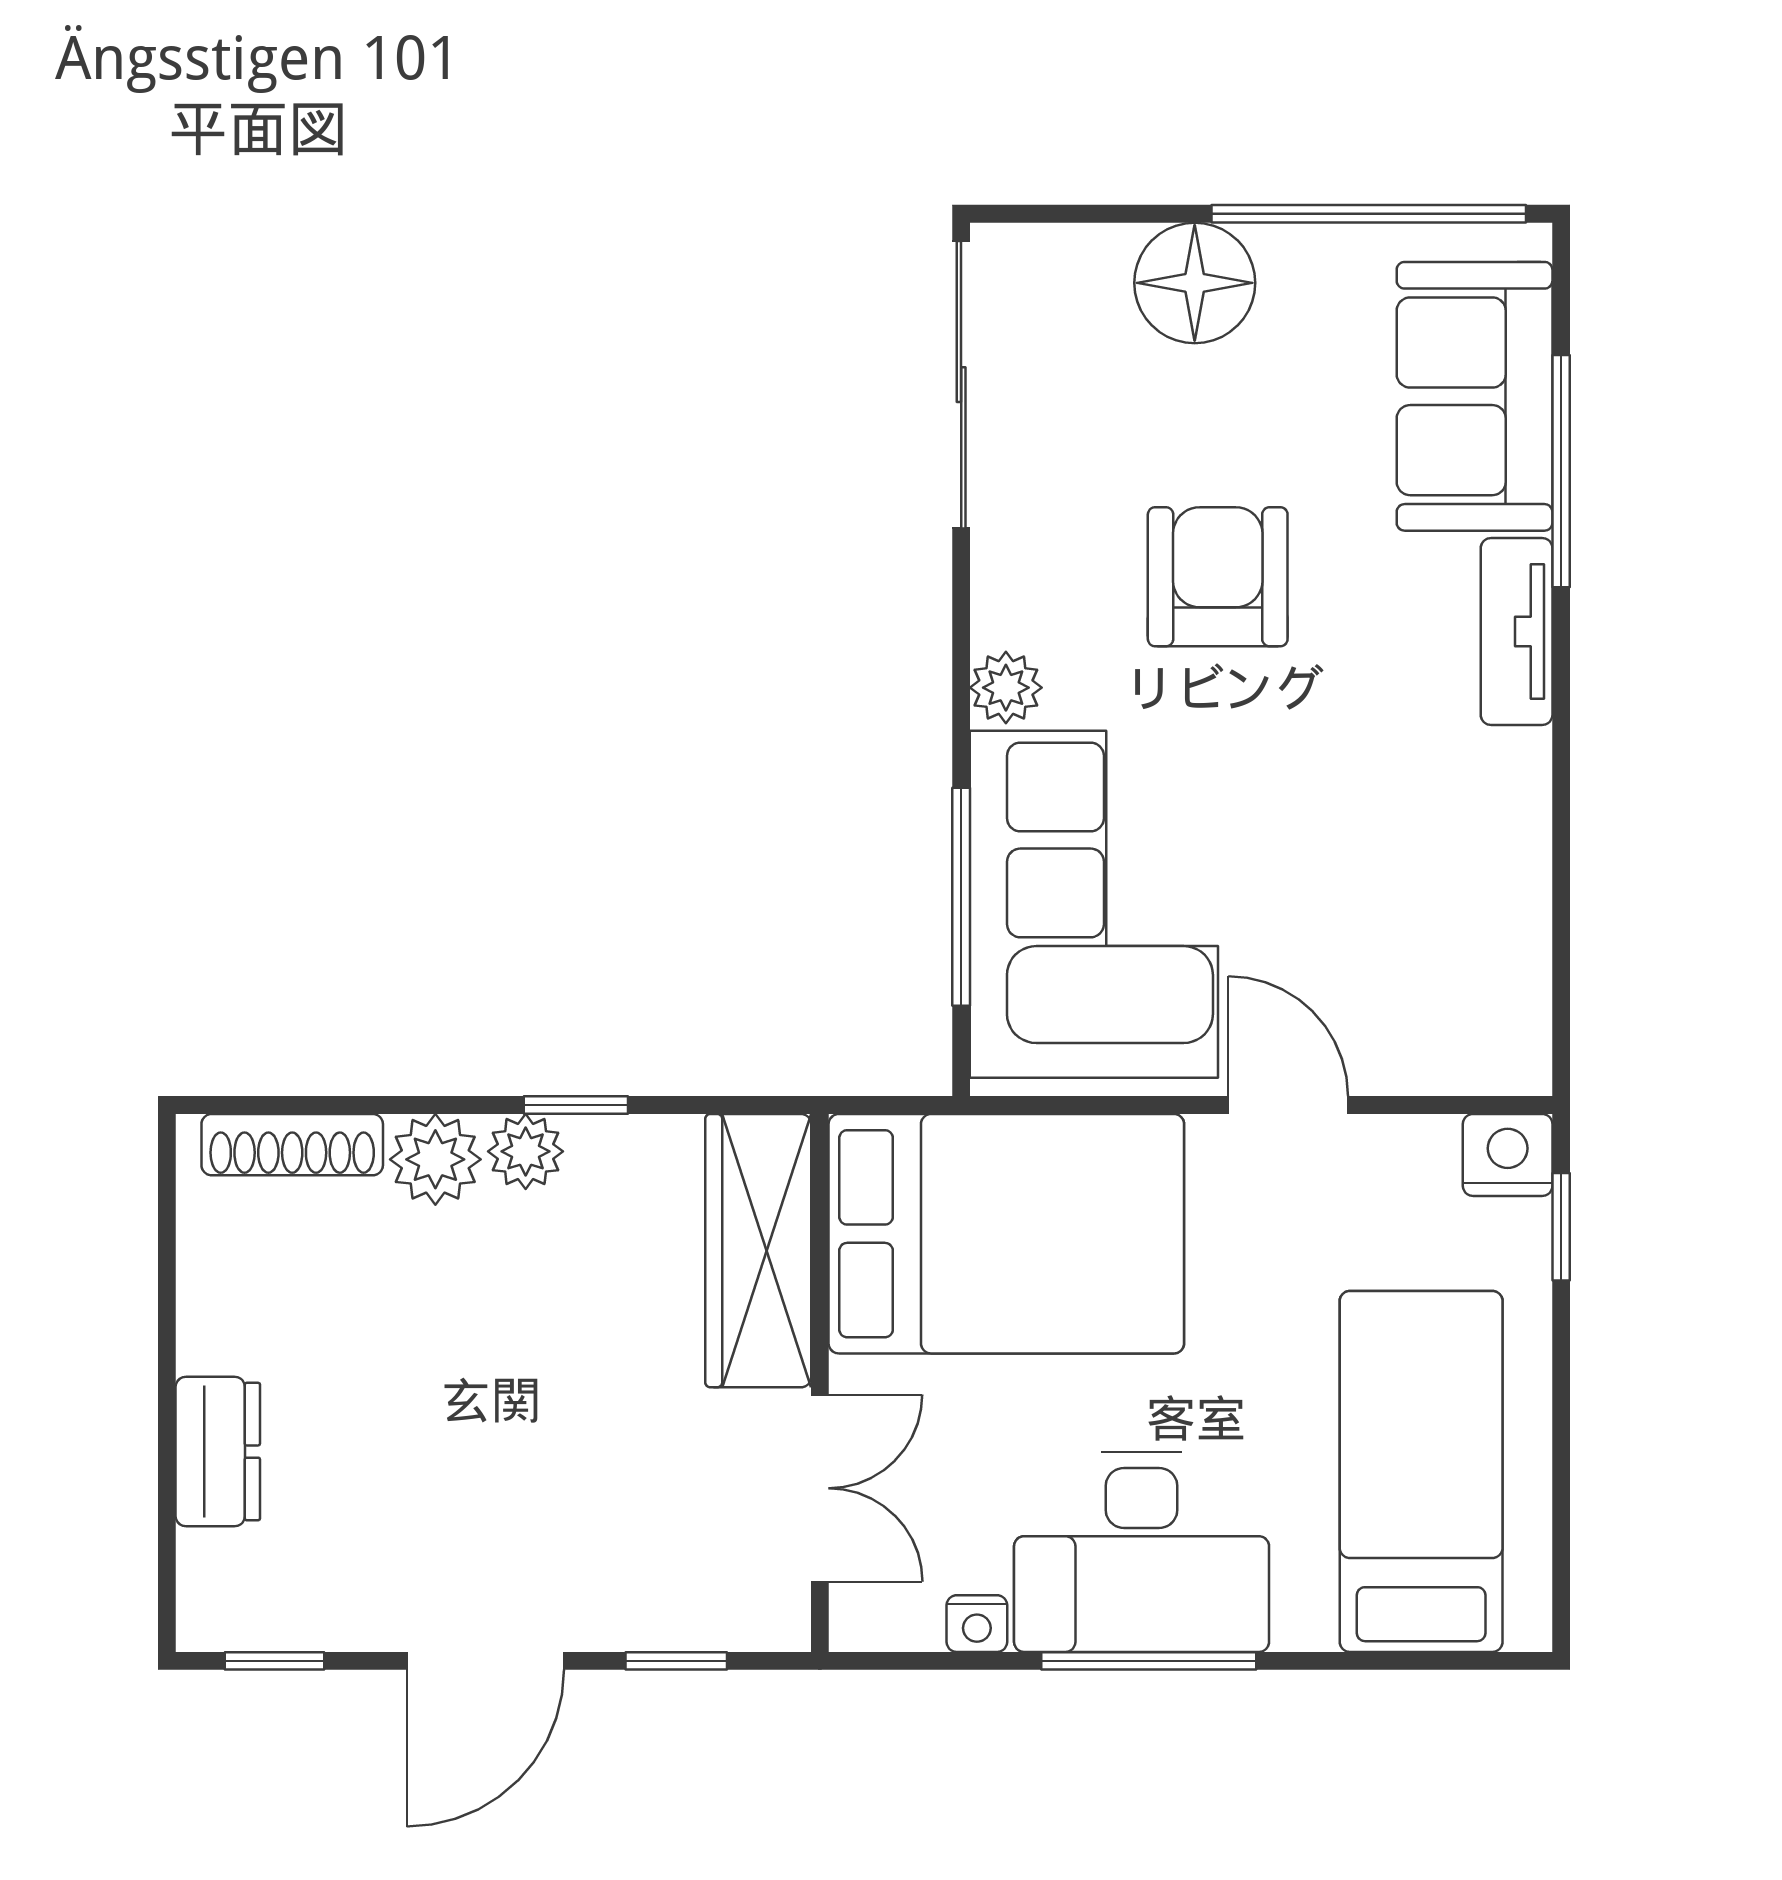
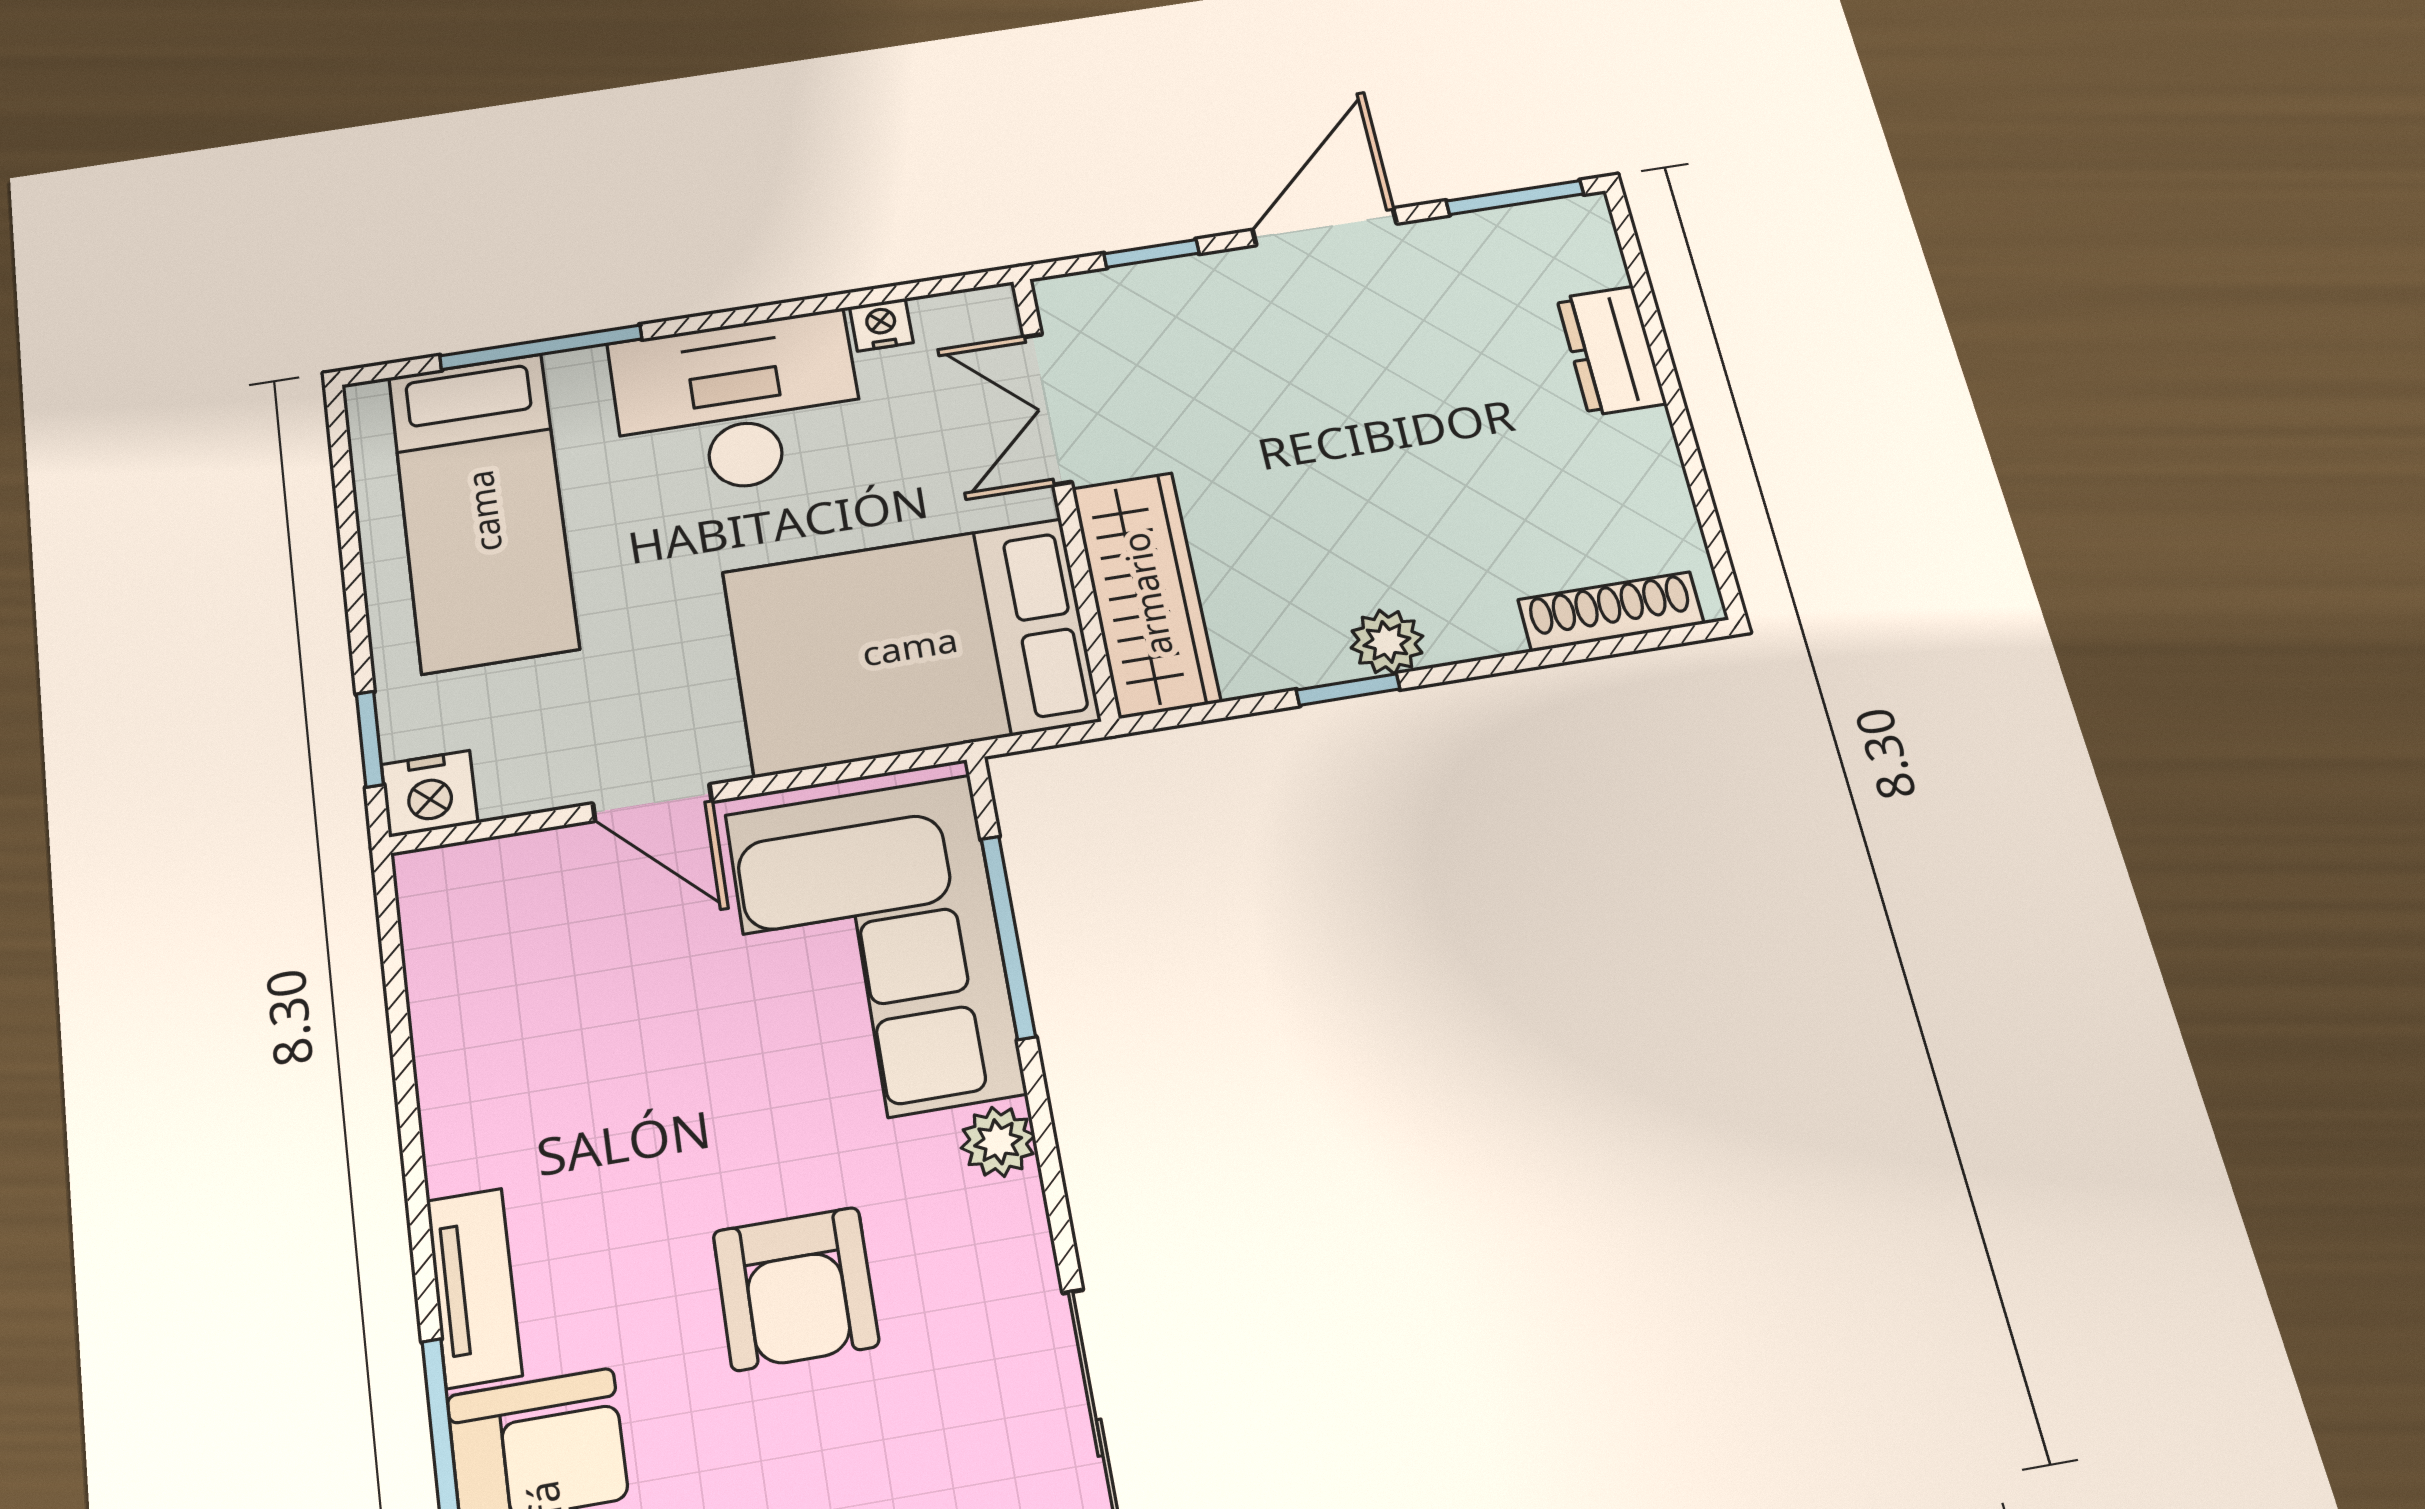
plant: (435, 1159) -> (1471, 621), removed
window: (275, 1661) -> (1515, 198), width x1.50
window: (1149, 1661) -> (541, 347), moved

